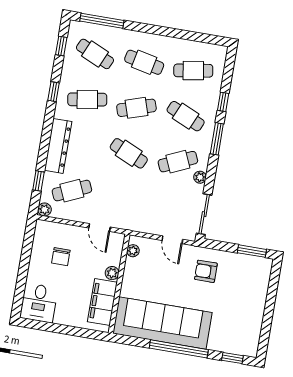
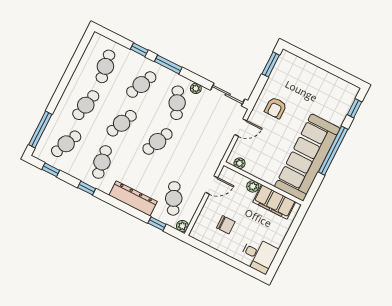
cafe table: (136, 108) -> (122, 123), turned 42

